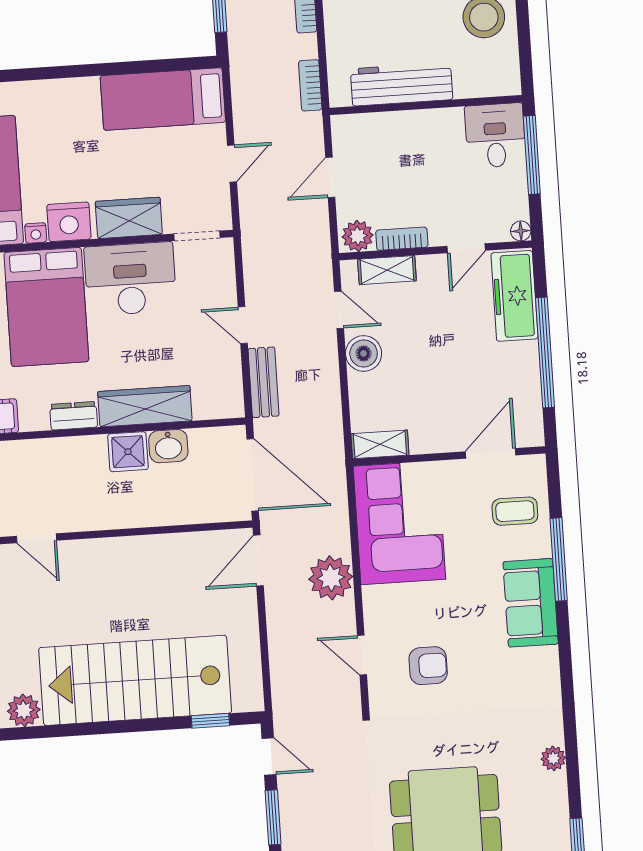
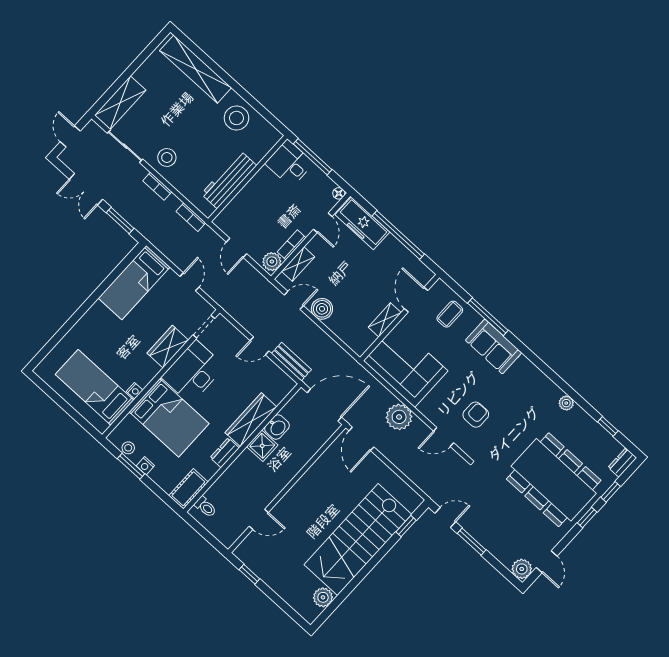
nightstand: (69, 222) -> (144, 373), removed
shelving: (380, 444) -> (385, 320), moved

